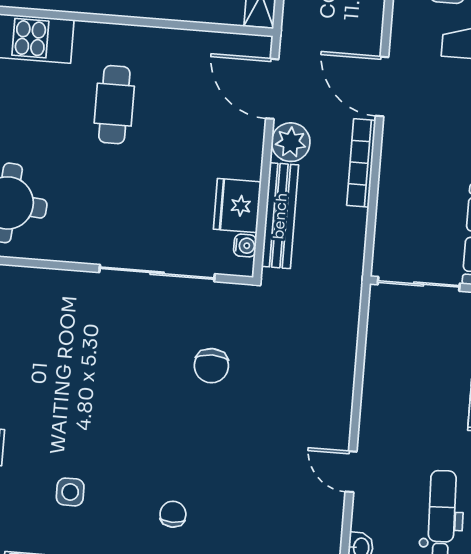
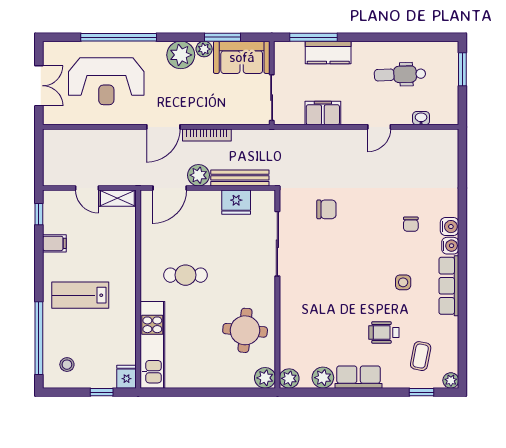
water cooler: (245, 246) -> (258, 196), removed
filing cabinet: (384, 373) -> (323, 113), added
chair: (173, 514) -> (411, 224), turned -90

